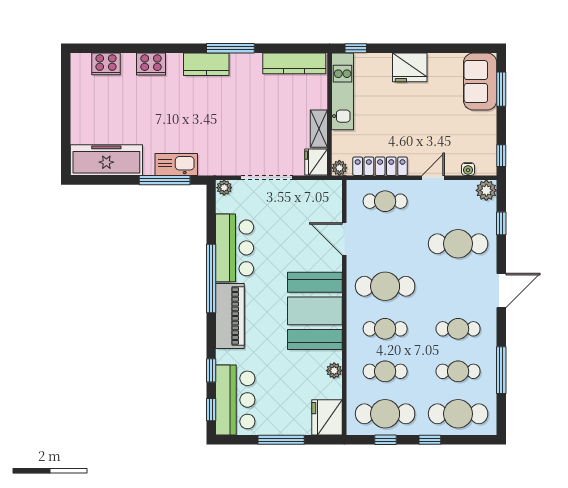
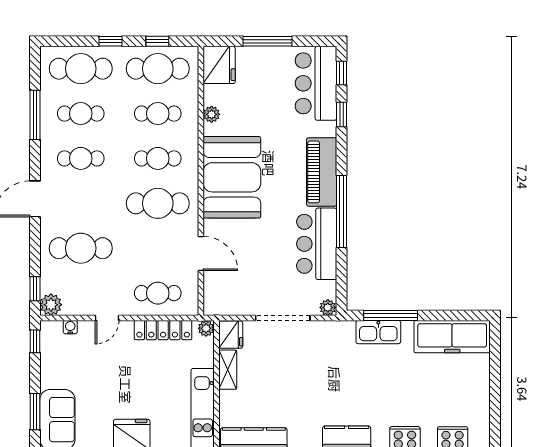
window: (501, 223) -> (35, 289), moved

